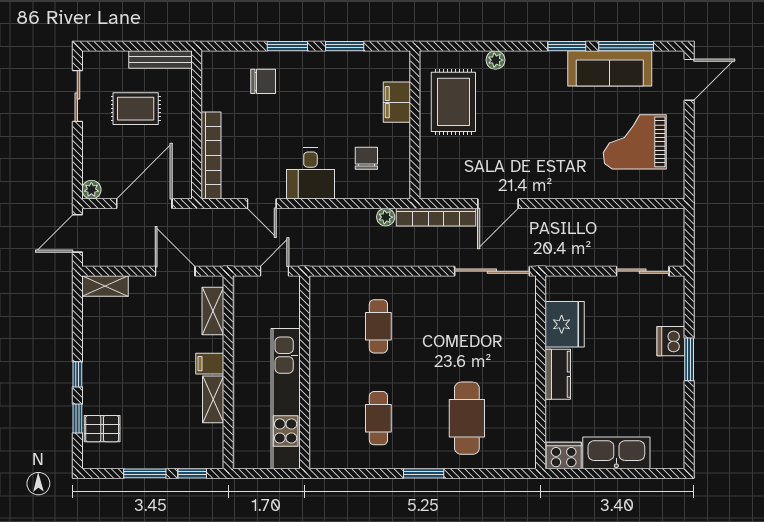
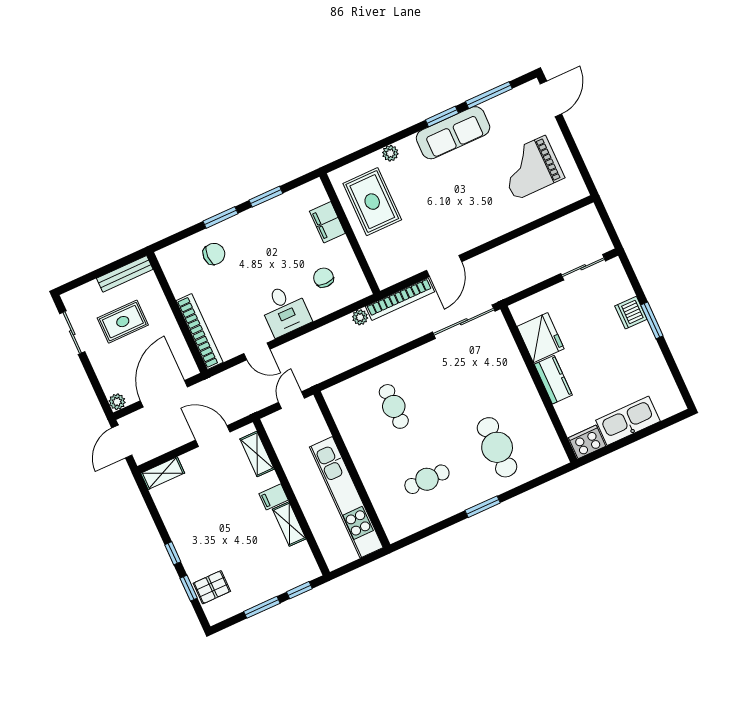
sofa: (610, 68) -> (453, 133), moved
cafe table: (378, 418) -> (427, 479), turned 90

